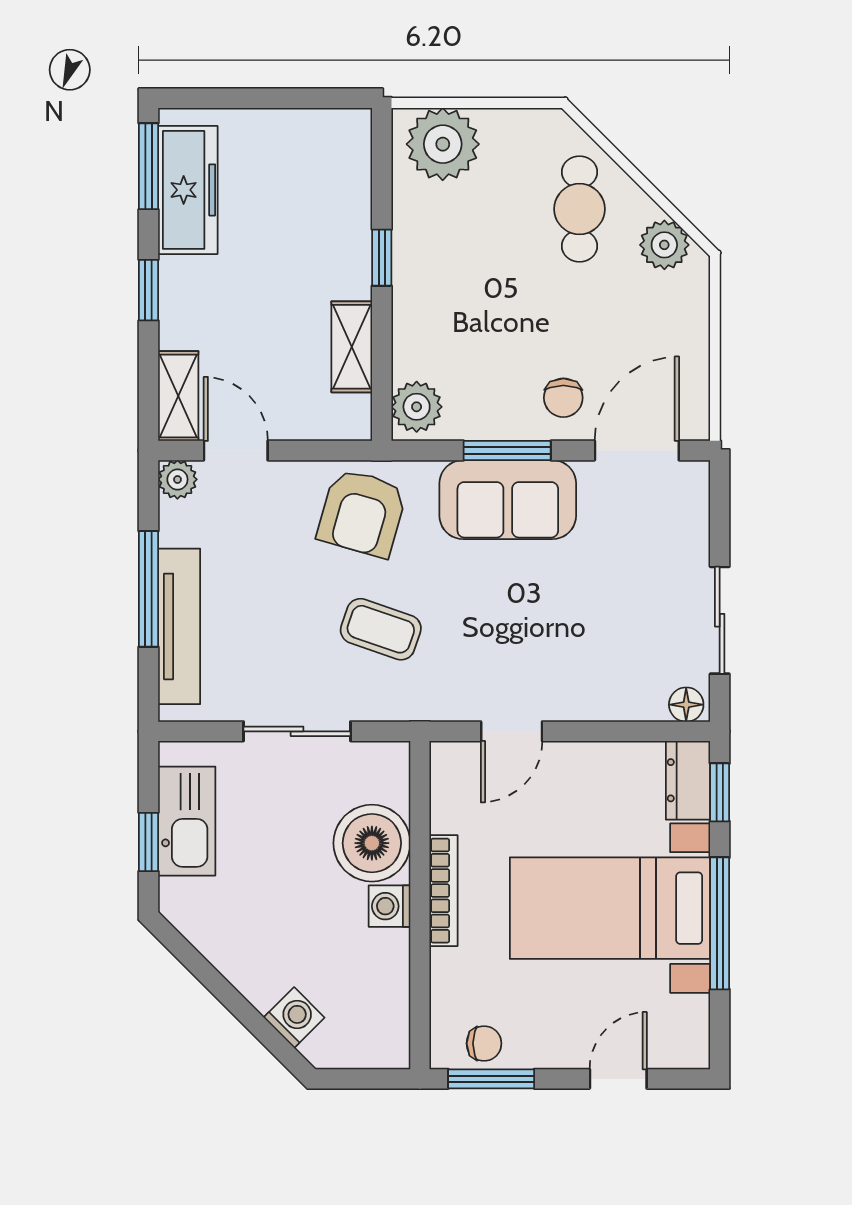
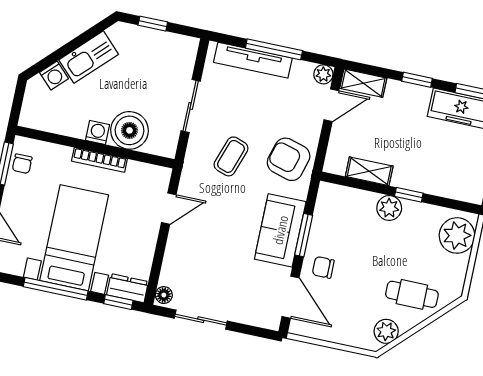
plant: (417, 407) -> (389, 208), moved
door: (512, 731) -> (169, 209), swing flipped
kitchen sink: (187, 821) -> (89, 57), moved, turned -45

